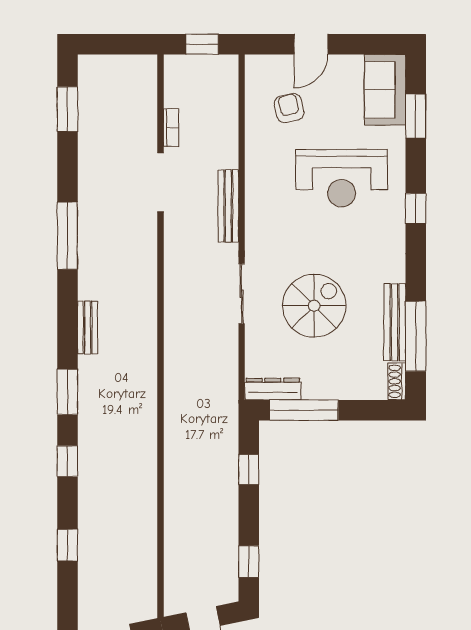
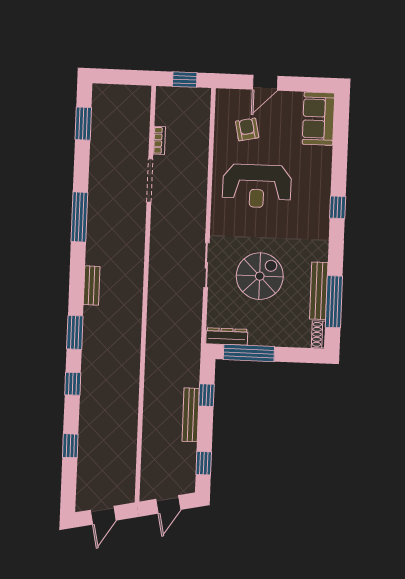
window: (416, 116) -> (340, 139), removed
reception desk: (342, 178) -> (257, 186), moved
bench: (228, 206) -> (191, 415), moved

